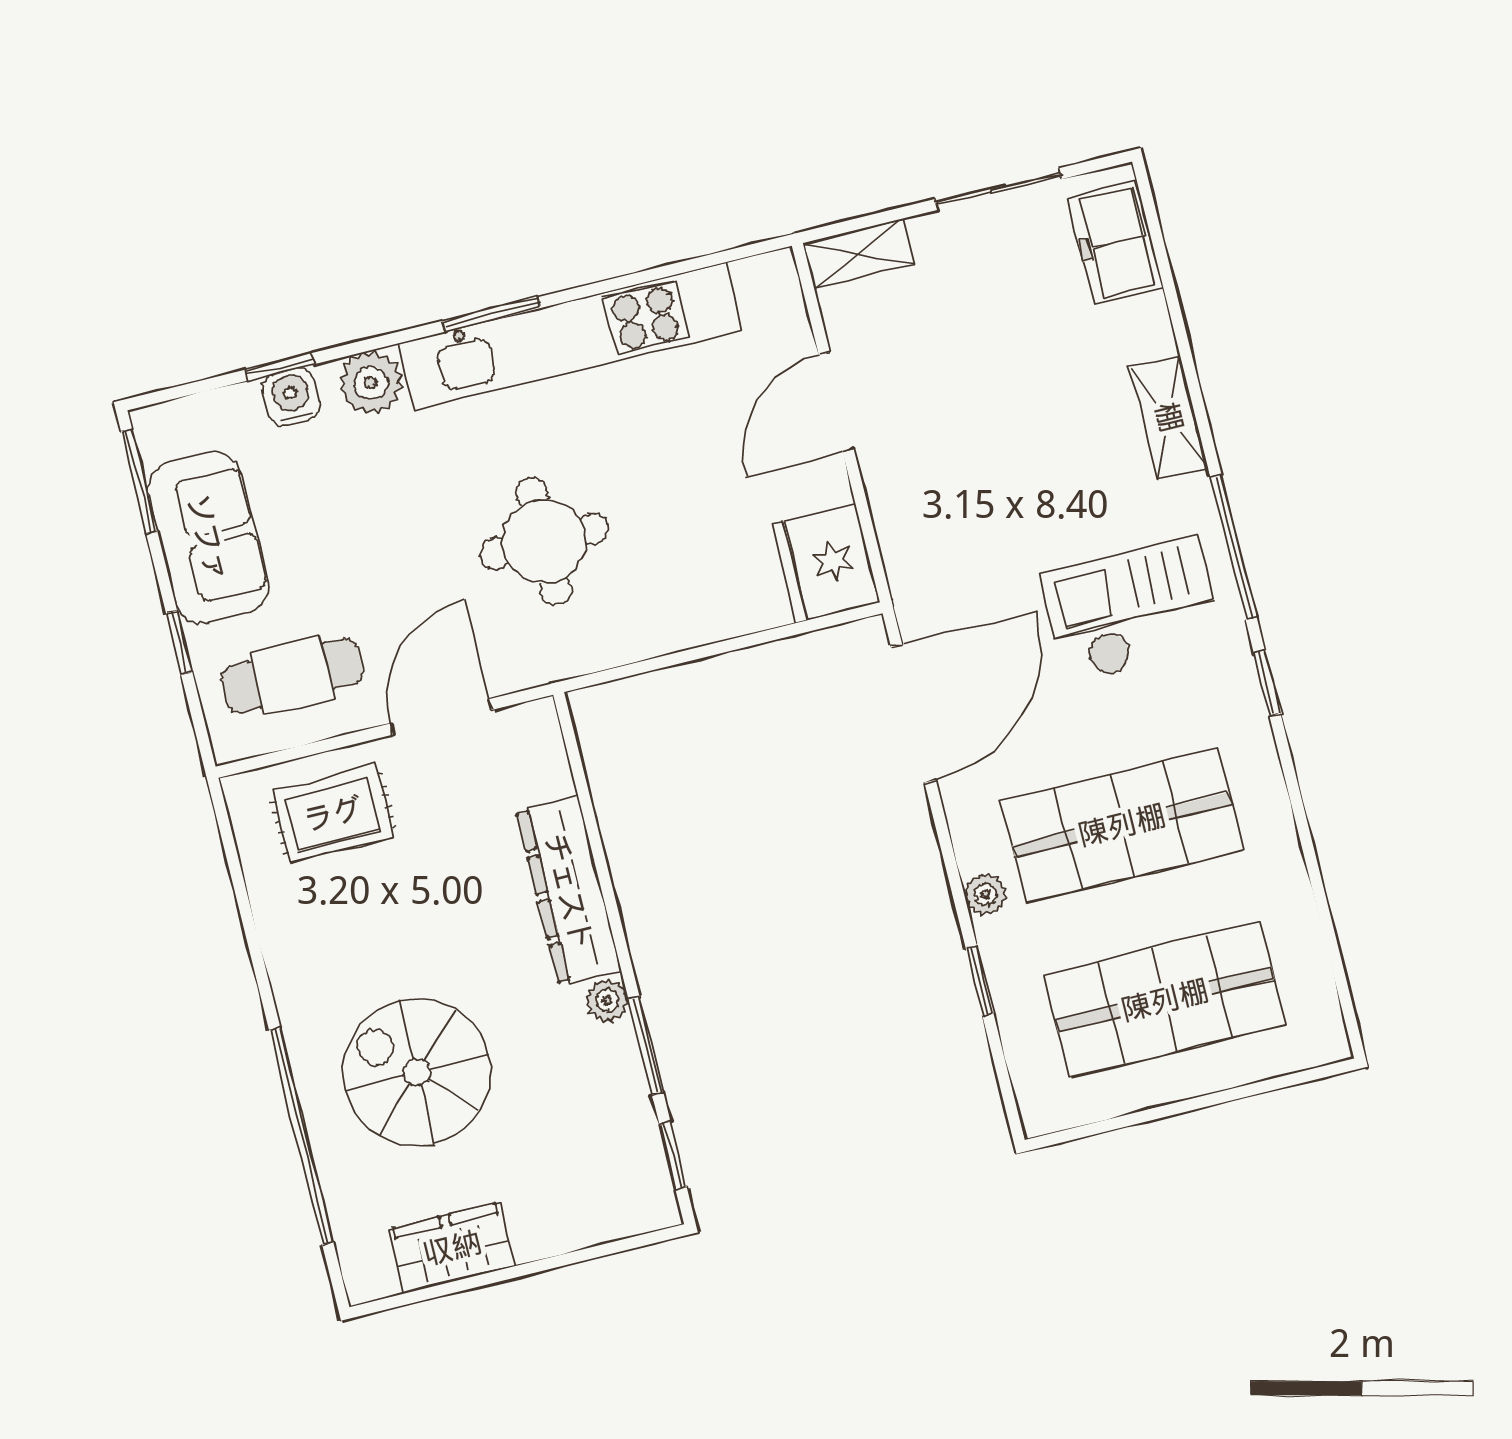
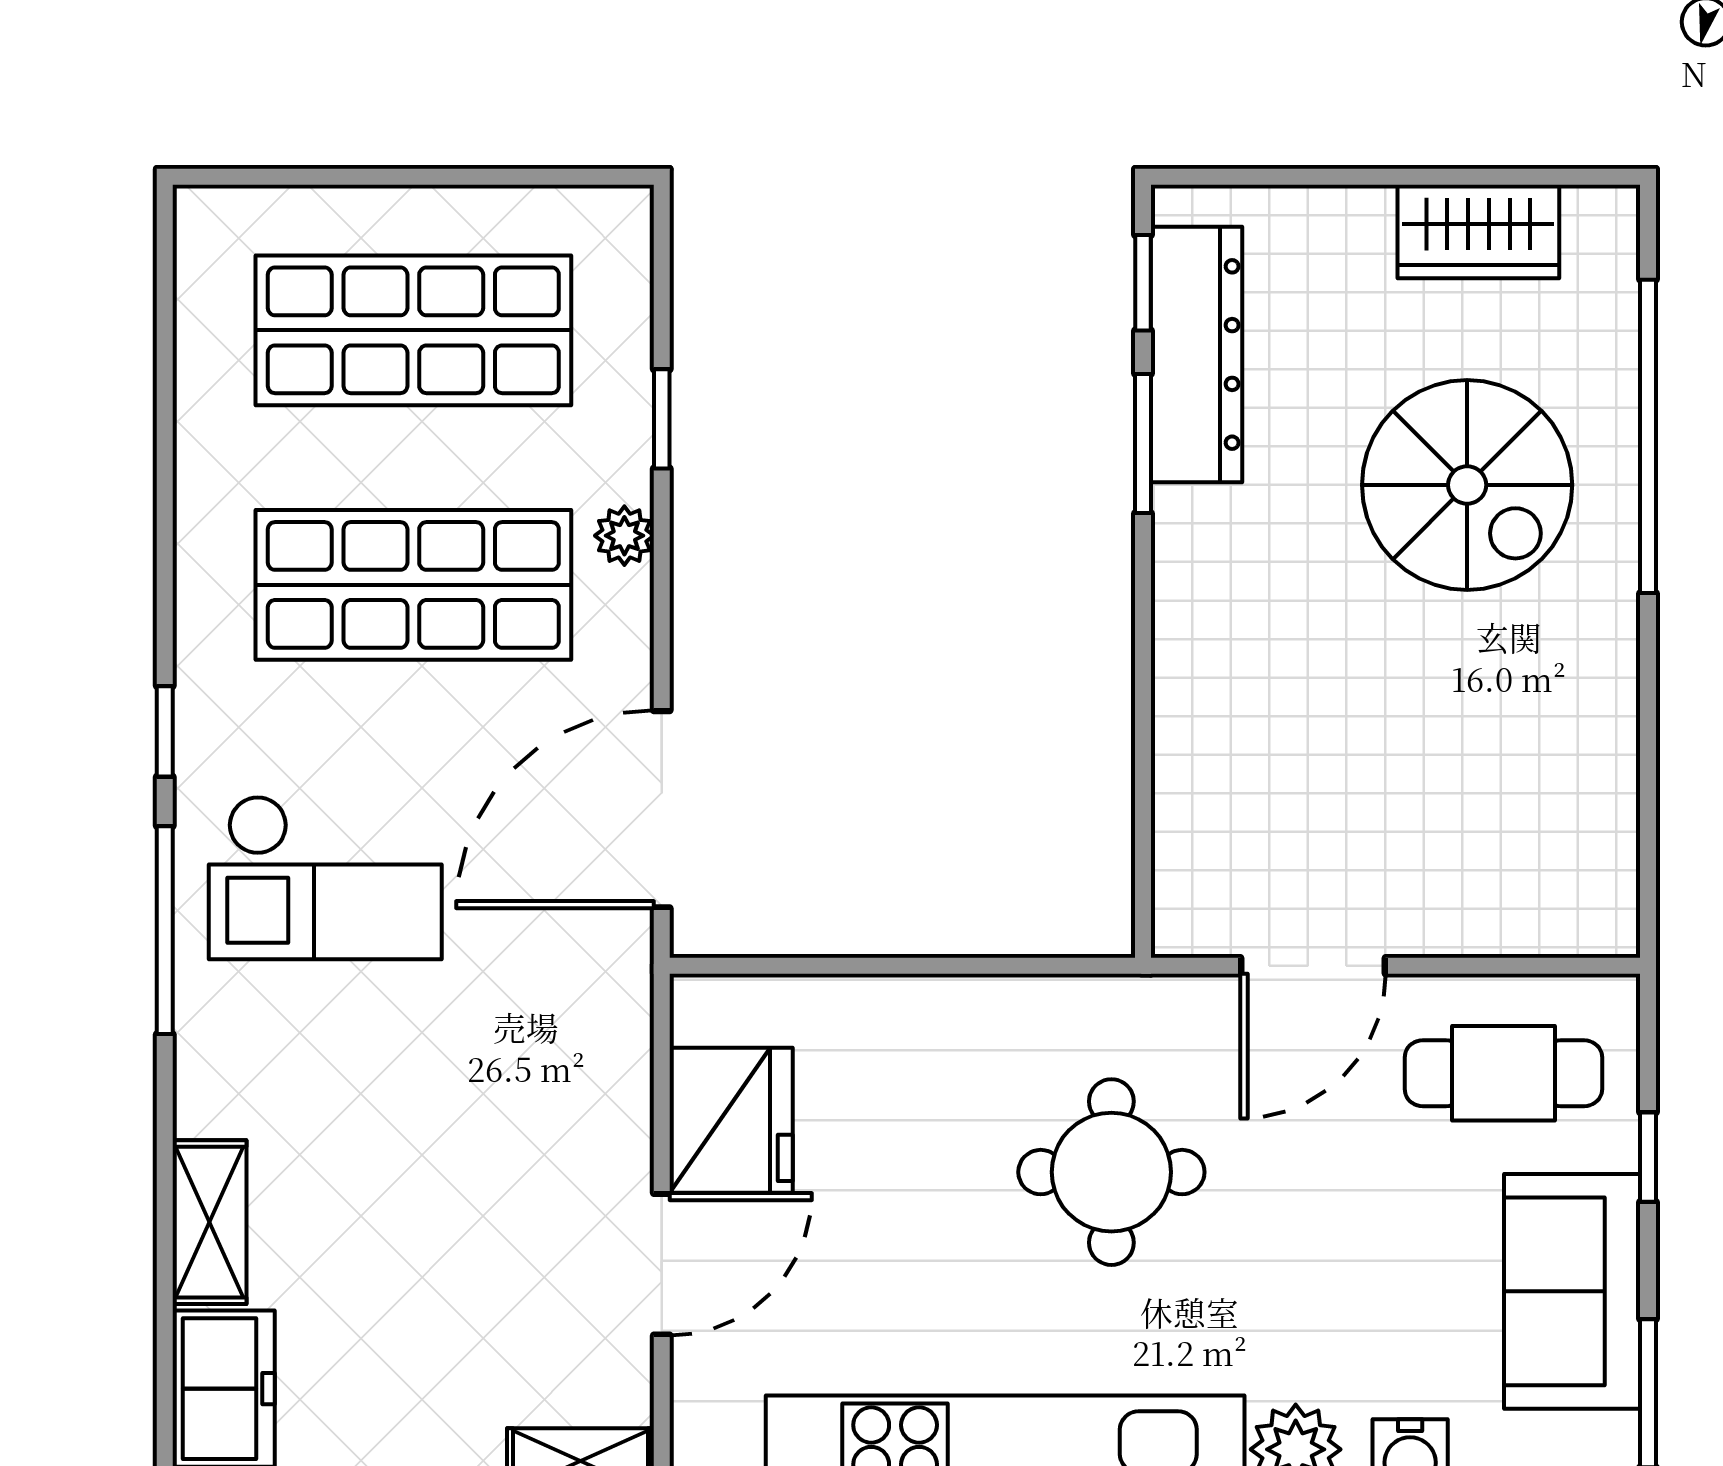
shelving: (1169, 417) -> (210, 1222), moved
fridge: (826, 563) -> (731, 1120), moved
rug: (333, 814) -> (1495, 869), removed
dresser: (569, 891) -> (1197, 355), moved
plant: (607, 1001) -> (1181, 519), removed

